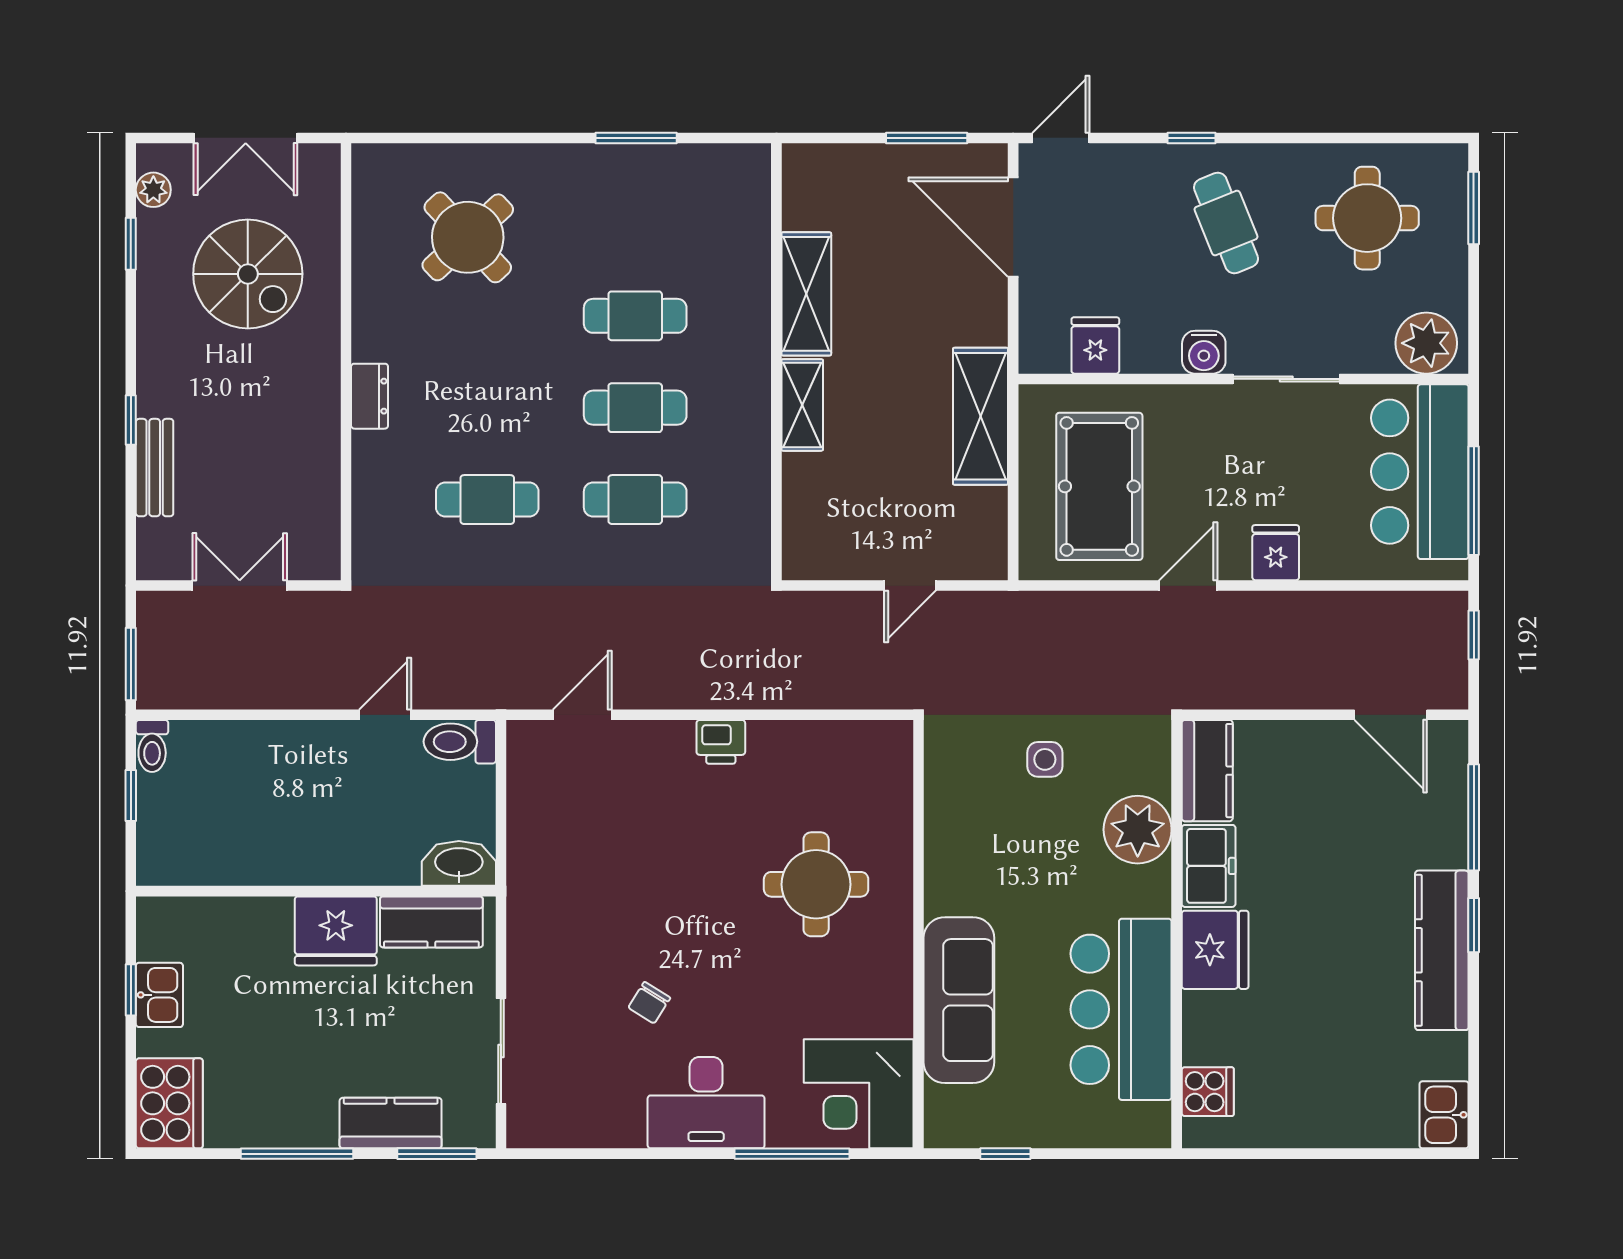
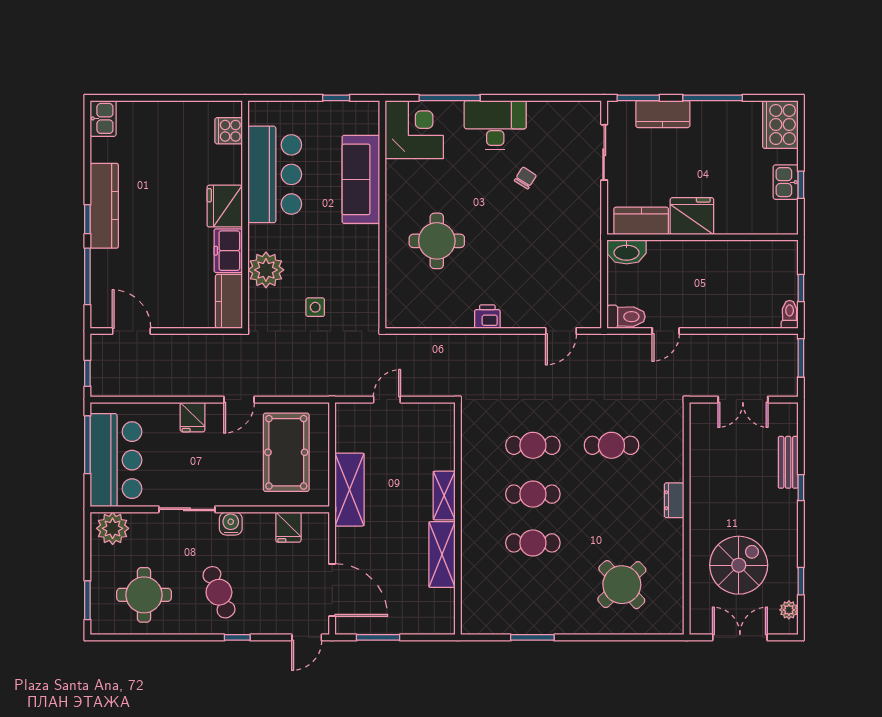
spiral stairs: (248, 274) -> (739, 565), turned 90

